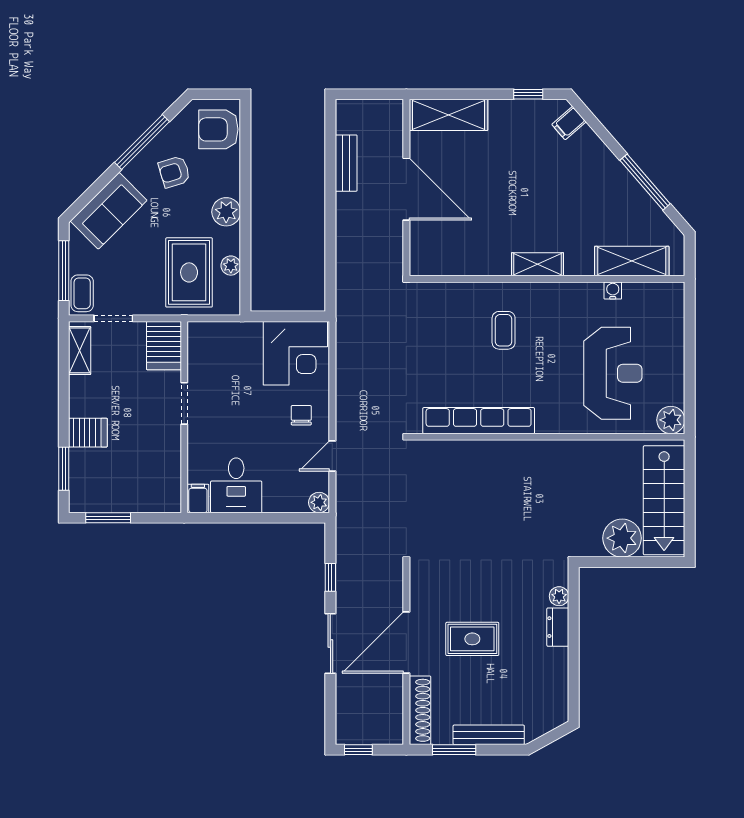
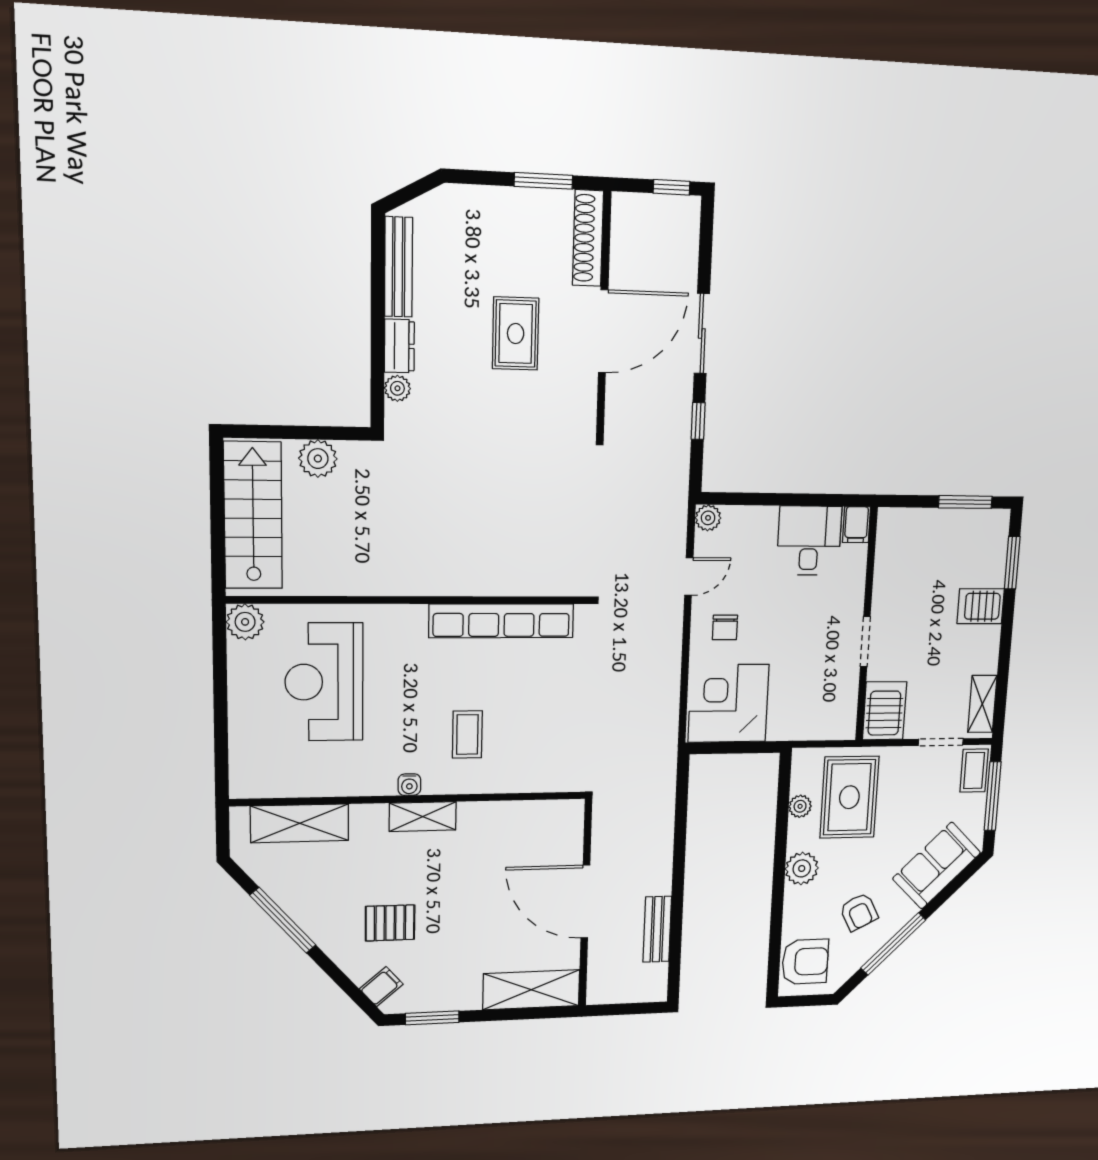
window: (528, 94) -> (432, 1018), width x1.50
armchair: (174, 172) -> (859, 912), turned 80
pallet: (562, 177) -> (390, 923), added
water cooler: (613, 291) -> (409, 785), moved
plant: (622, 538) -> (318, 459), width x0.73, depth x0.73
rug: (472, 639) -> (516, 334), turned 90
bench: (489, 735) -> (399, 267), moved, turned 90

